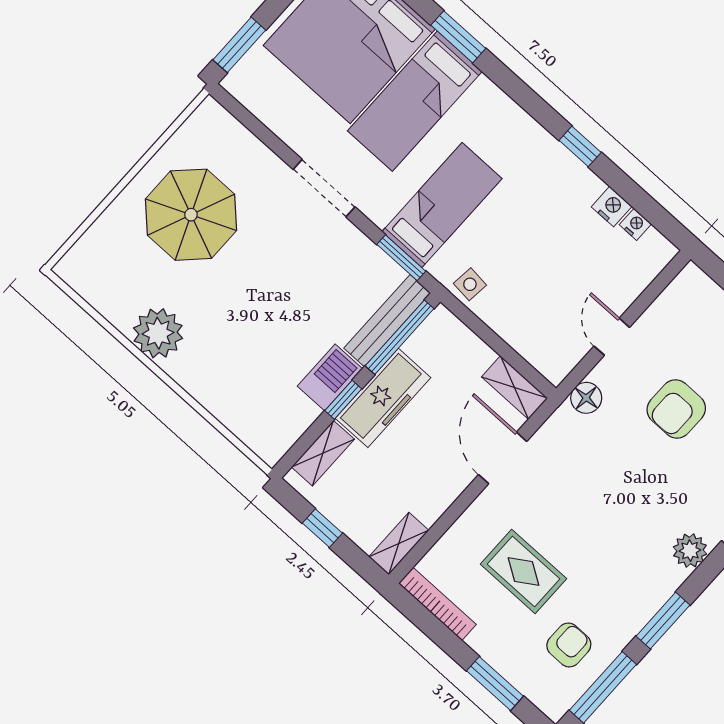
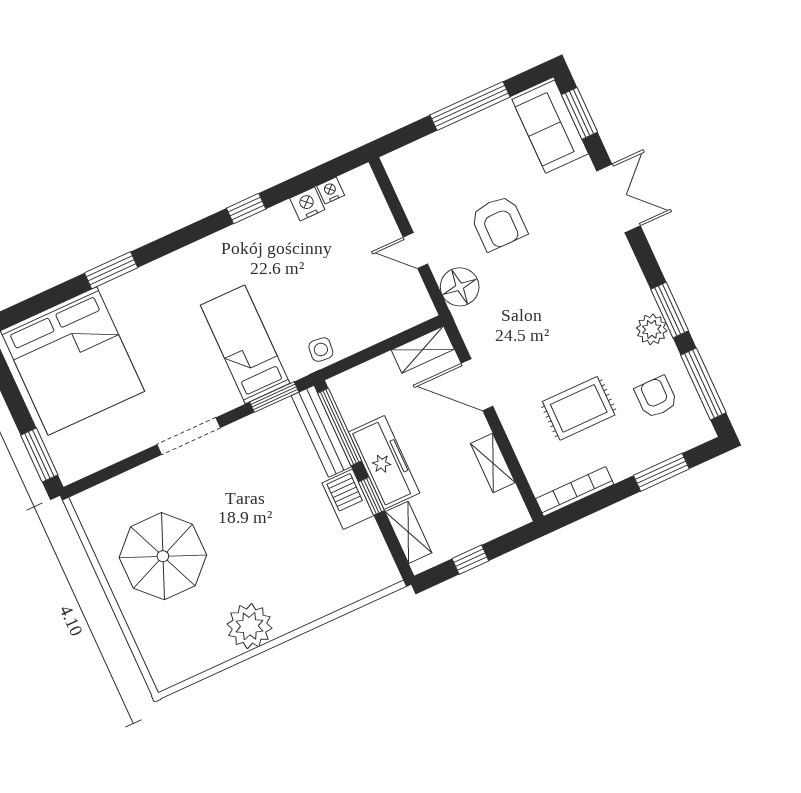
bed: (415, 101) -> (149, 329), removed
floor lamp: (586, 398) -> (460, 287), width x1.38, depth x1.38
shelving: (399, 544) -> (493, 463), moved
plant: (690, 551) -> (652, 329), moved

